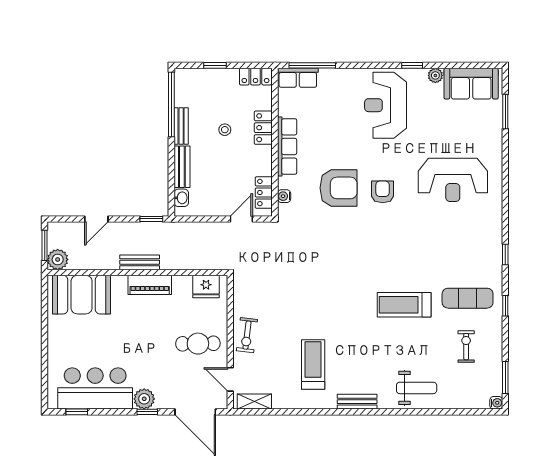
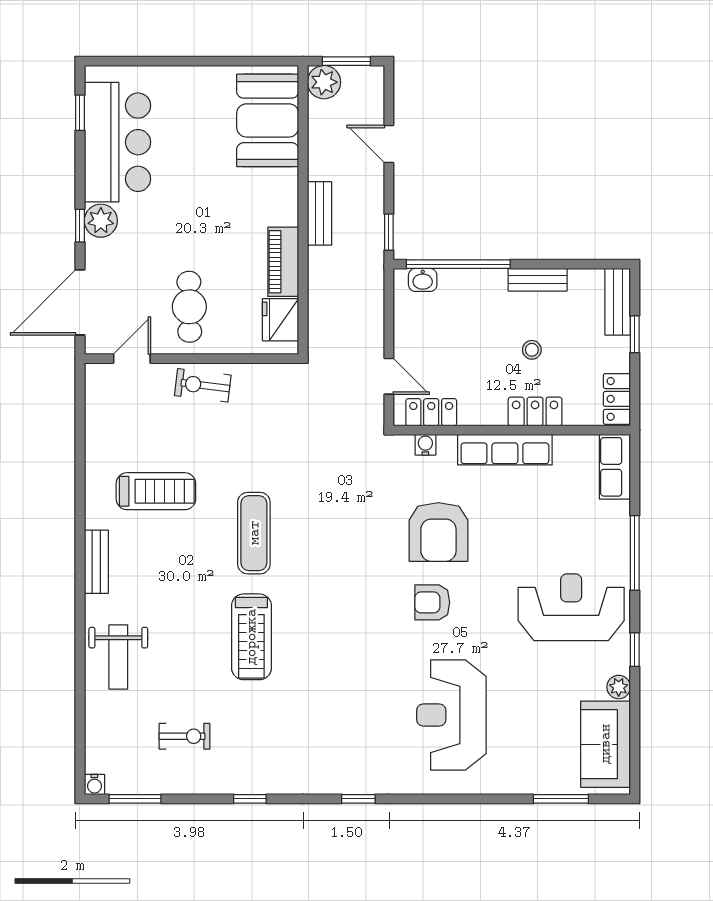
window: (312, 65) -> (635, 553), moved
window: (171, 105) -> (458, 264), moved
bench: (182, 167) -> (618, 302), moved, turned 90
armchair: (383, 192) -> (432, 602), turned 180
window: (505, 255) -> (358, 799), moved
piano: (150, 285) -> (283, 262), moved
exercise mat: (468, 298) -> (254, 533), moved
treadmill: (404, 305) -> (251, 637), turned 180
shelving: (254, 402) -> (96, 397), removed

